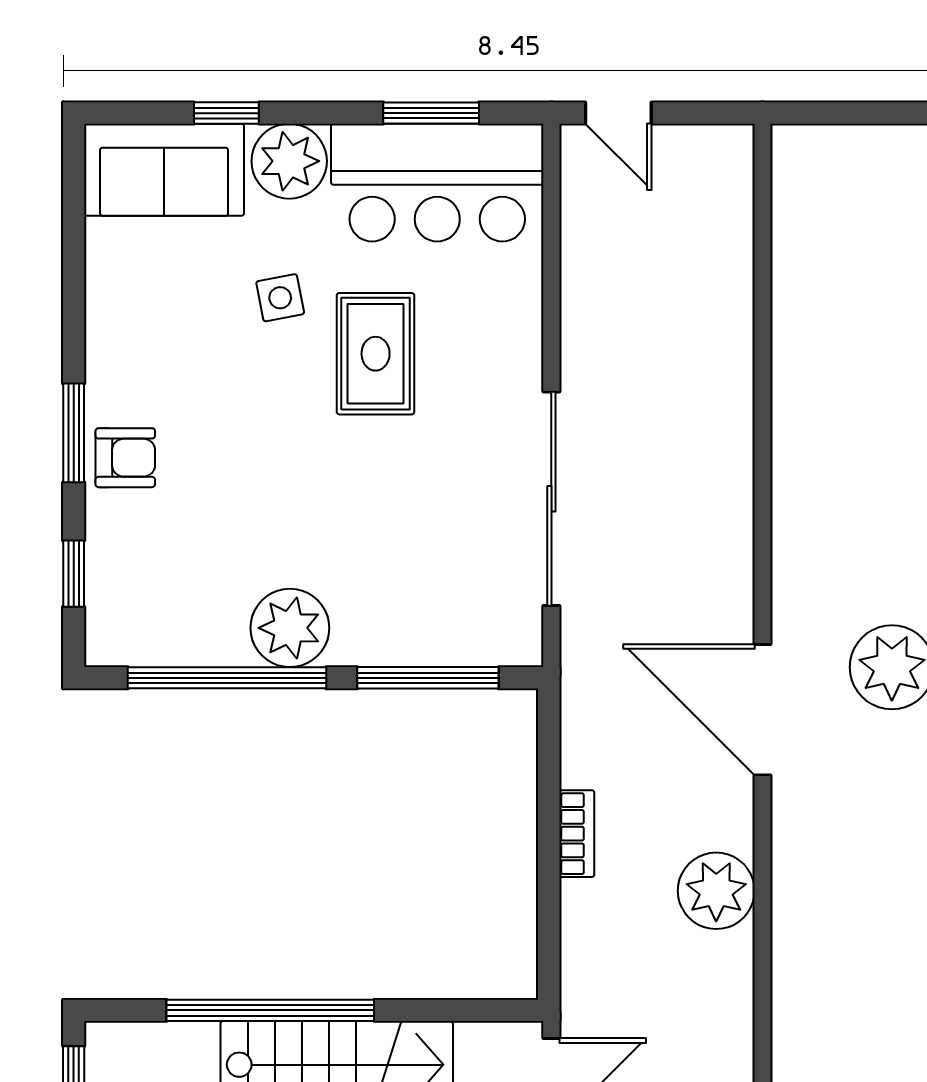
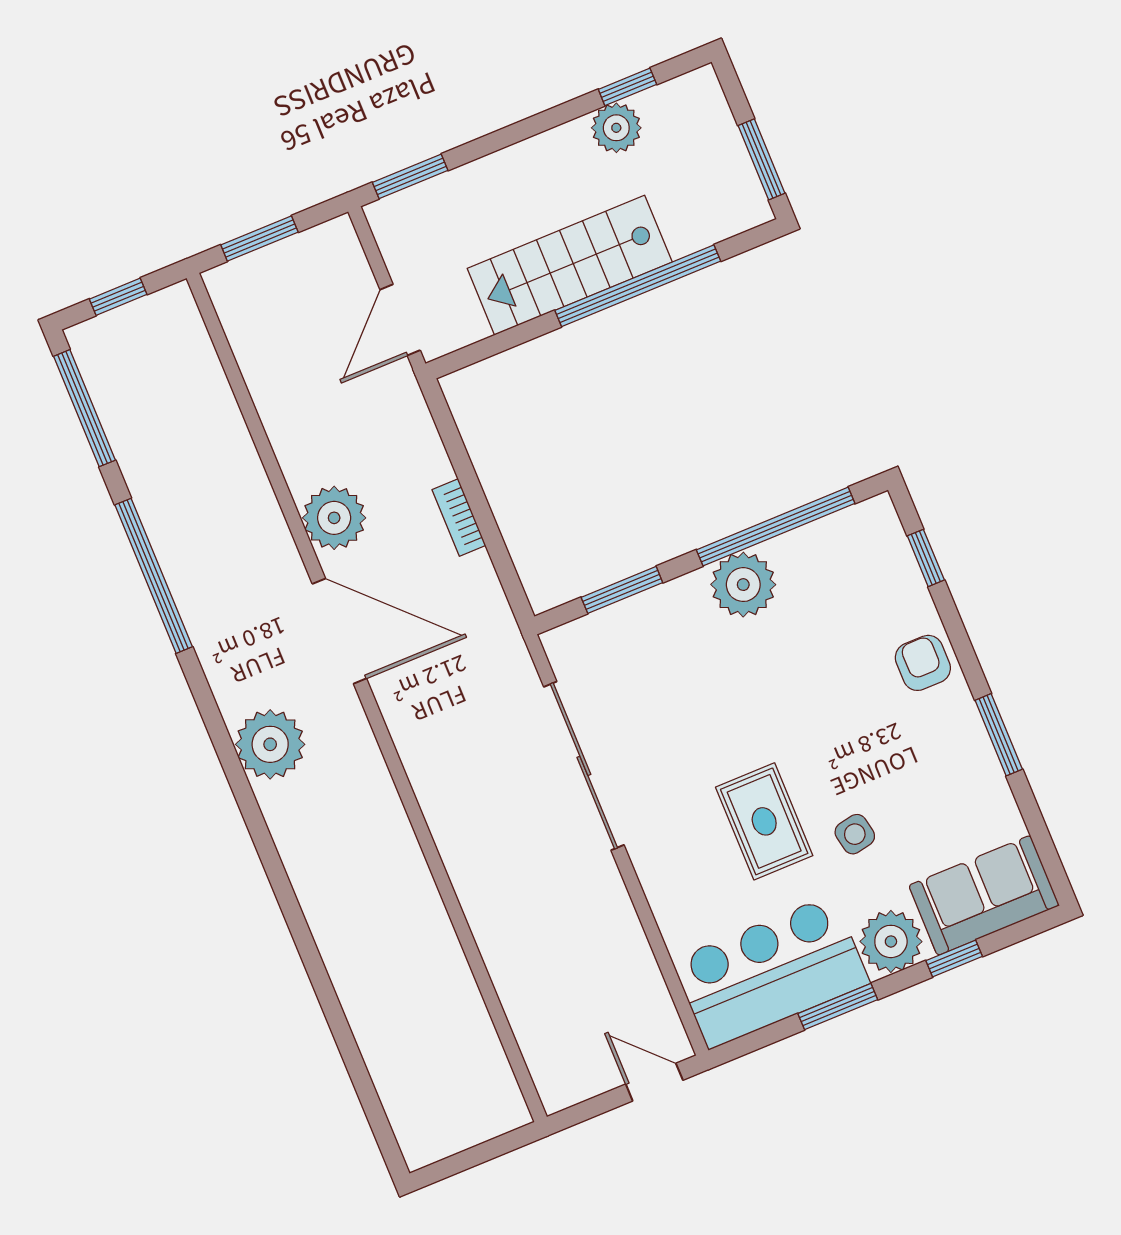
window: (431, 113) -> (838, 1007), moved
window: (74, 433) -> (999, 735), moved
armchair: (125, 458) -> (923, 663), turned 90
window: (428, 678) -> (622, 590), width x0.69
door: (762, 710) -> (339, 631), moved

